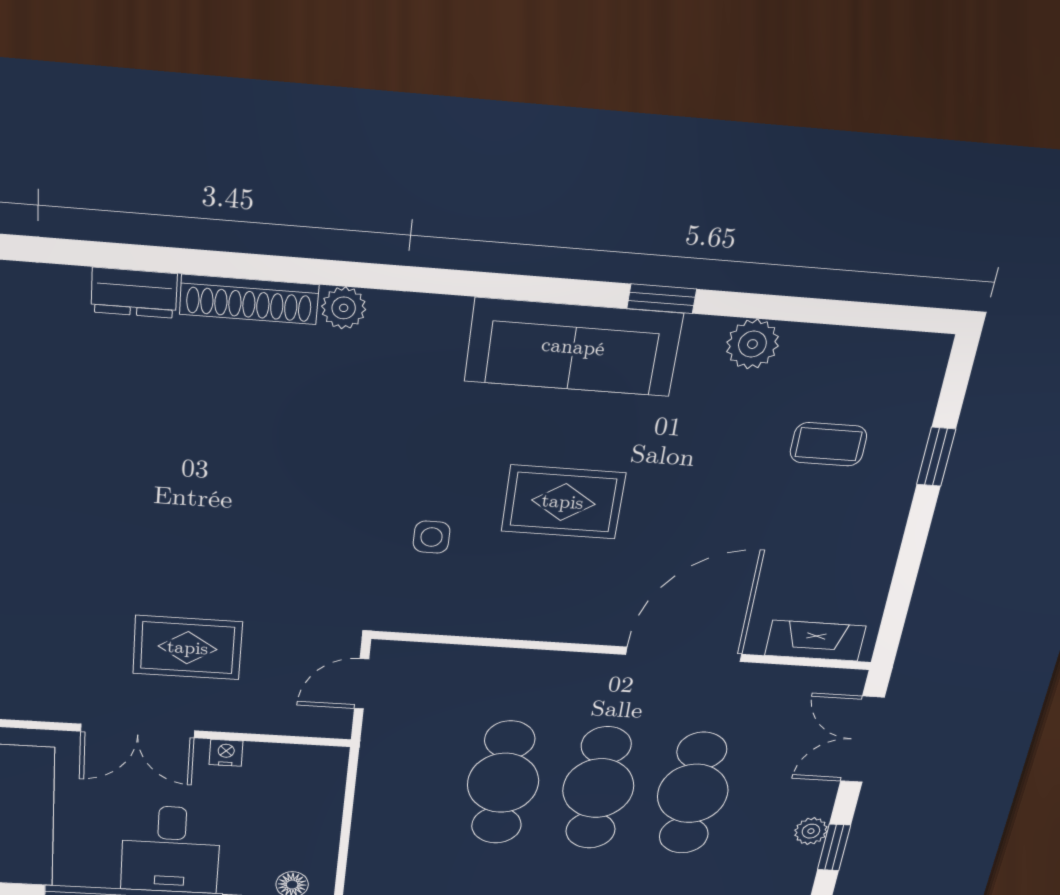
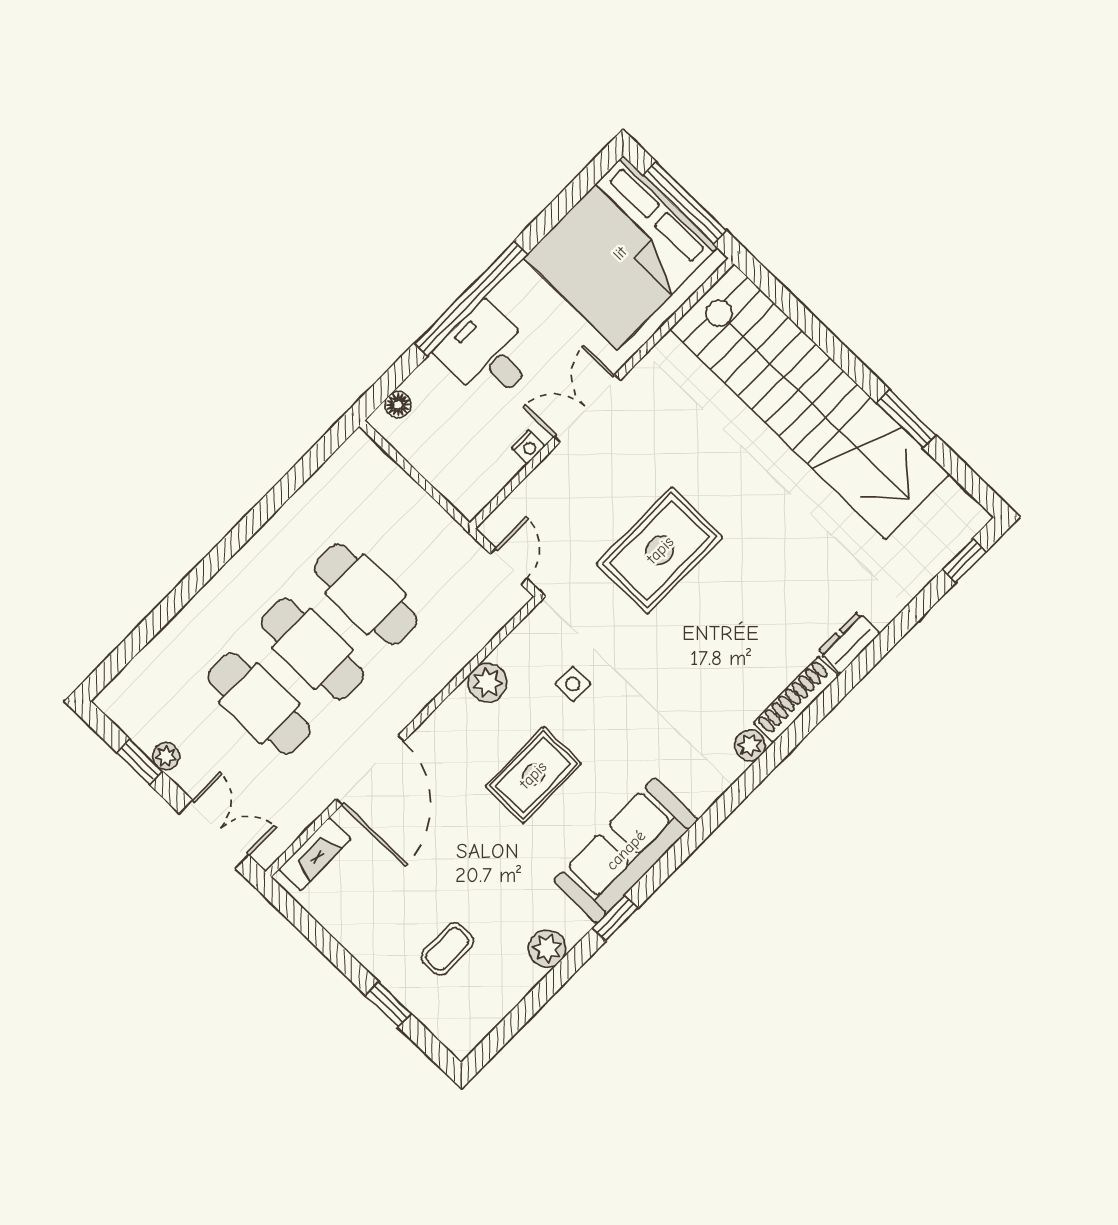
plant: (500, 616) -> (487, 683), added
rug: (188, 648) -> (660, 550), moved, width x1.36, depth x1.43

